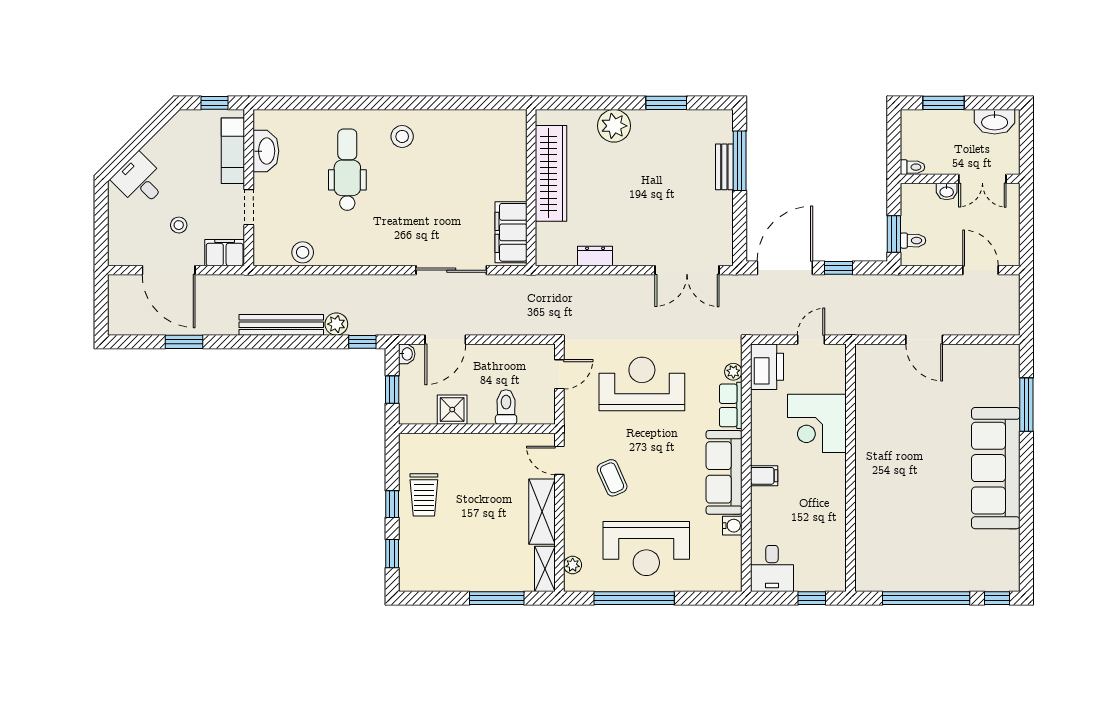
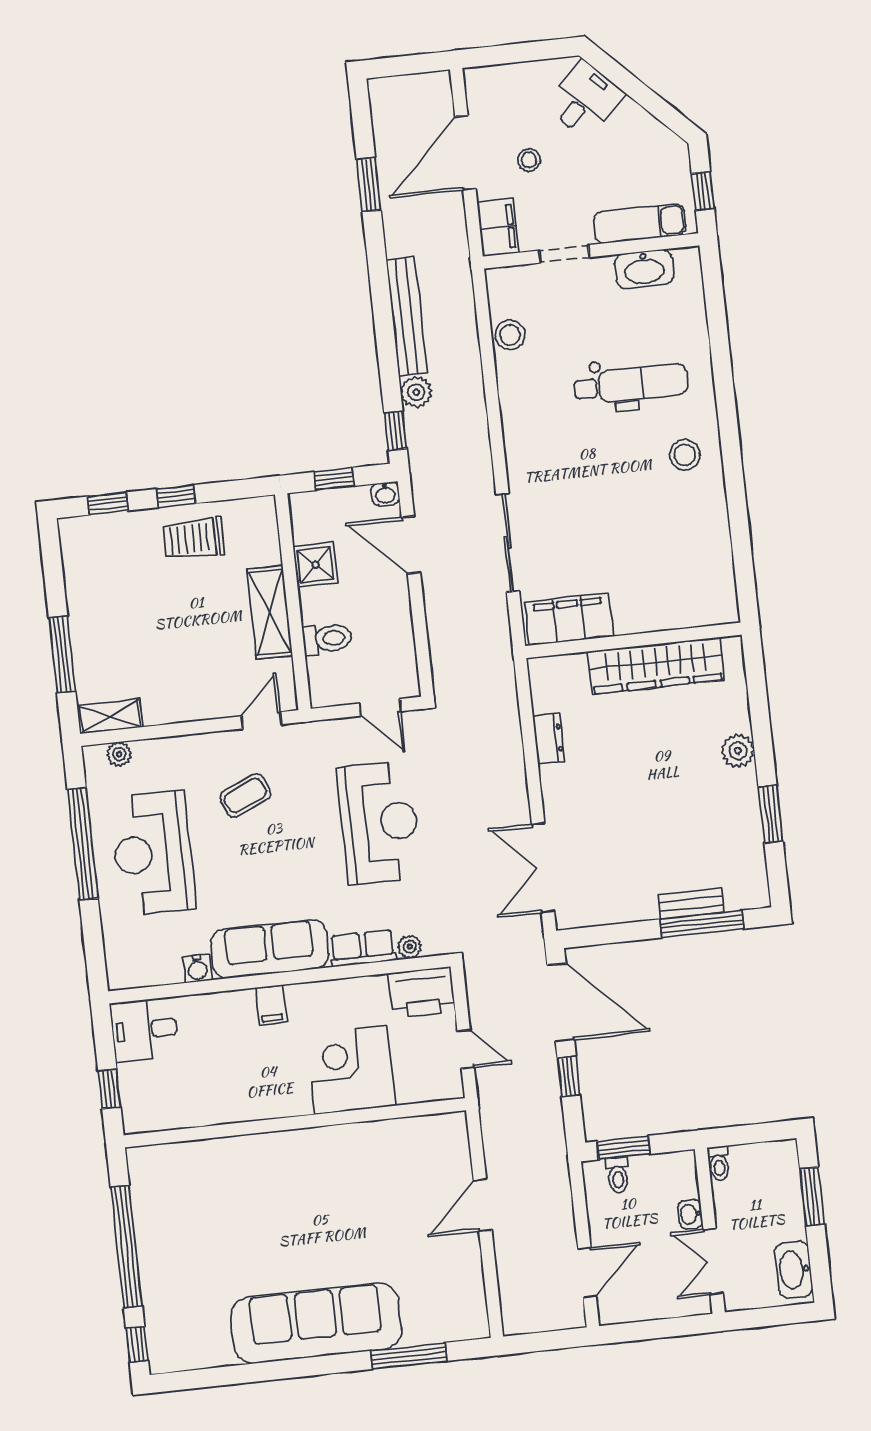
plant: (614, 126) -> (738, 751), width x0.73, depth x0.73
shelving: (542, 512) -> (270, 612), moved, turned 90

